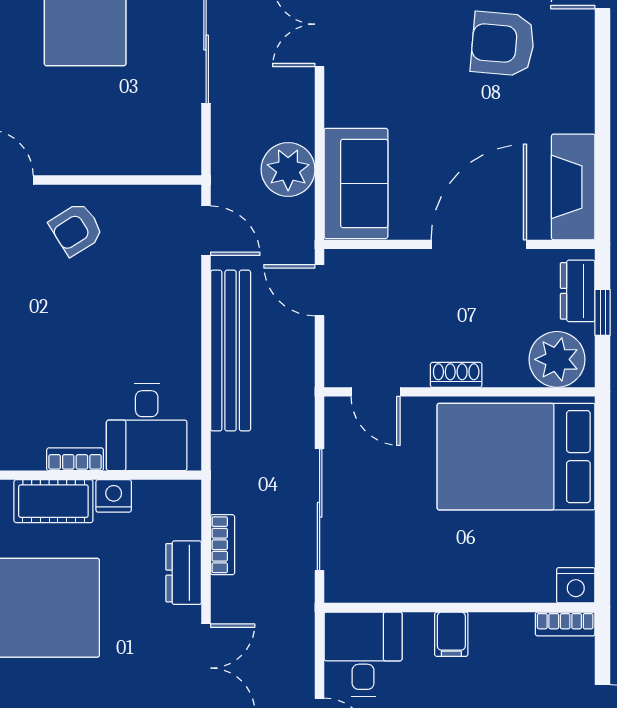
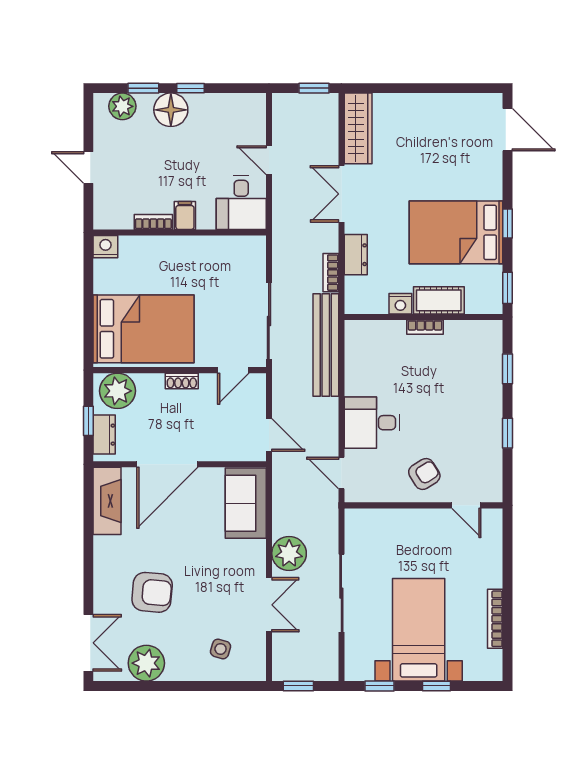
plant: (288, 170) -> (289, 553), moved
bench: (231, 351) -> (326, 345), moved
door: (376, 392) -> (233, 370), swing flipped
desk: (147, 427) -> (372, 423), moved, turned -90
sliding door: (320, 510) -> (269, 321), moved
bookcase: (565, 624) -> (153, 222), moved

